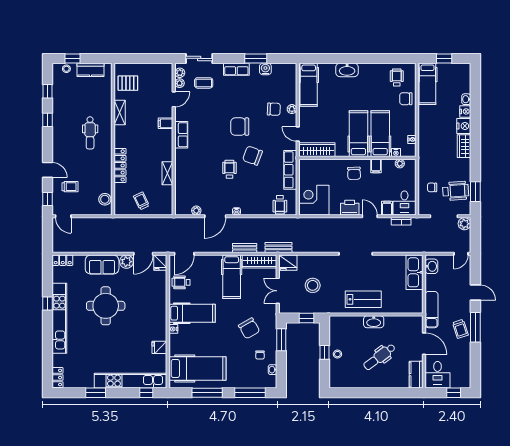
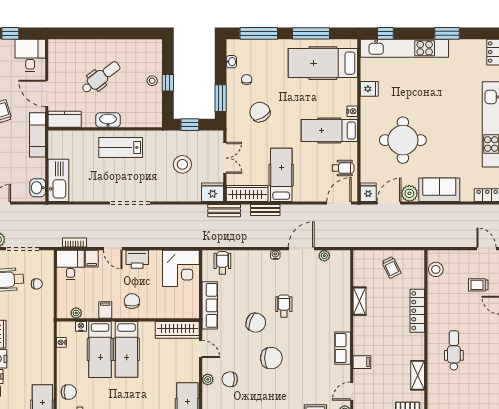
wheelchair: (229, 169) -> (284, 306), turned 180
round table: (106, 306) -> (403, 140), moved
kitchen counter: (416, 375) -> (65, 119), moved, turned -90

